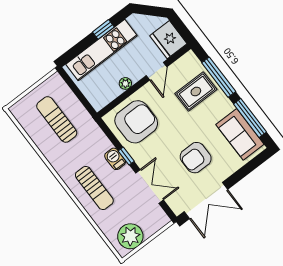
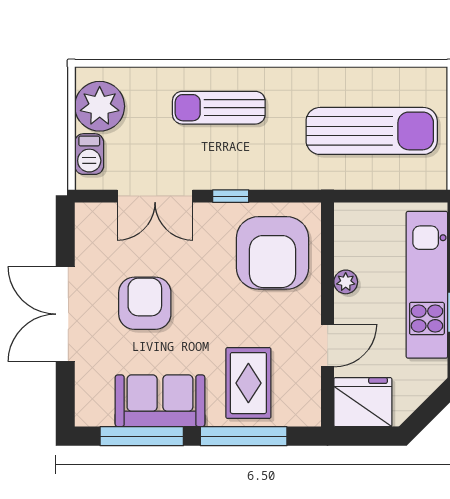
door: (156, 71) -> (328, 345), swing flipped
sun lounger: (57, 119) -> (372, 131), width x1.36, depth x1.34
sofa: (240, 134) -> (160, 401), moved
barbecue: (115, 159) -> (89, 154), moved, turned 90
double door: (206, 201) -> (65, 314), moved

